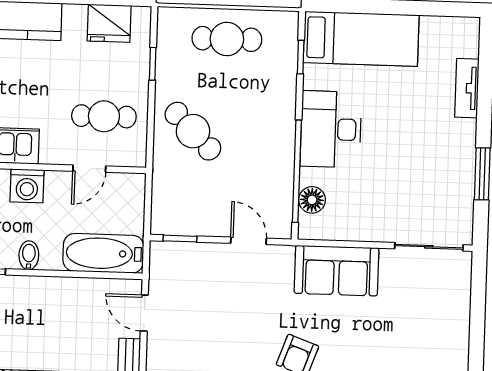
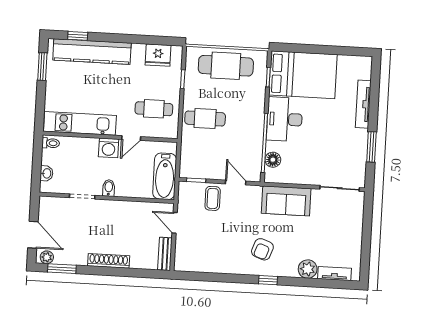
cafe table: (227, 39) -> (226, 66), width x1.37, depth x1.35
bed: (361, 39) -> (303, 75), width x1.50
tv unit: (467, 88) -> (363, 104), width x1.41
cafe table: (193, 131) -> (205, 118), turned -45
door: (89, 169) -> (131, 138), moved
bathtub: (103, 253) -> (165, 176), moved, turned -90
coffee table: (209, 269) -> (213, 198), added

